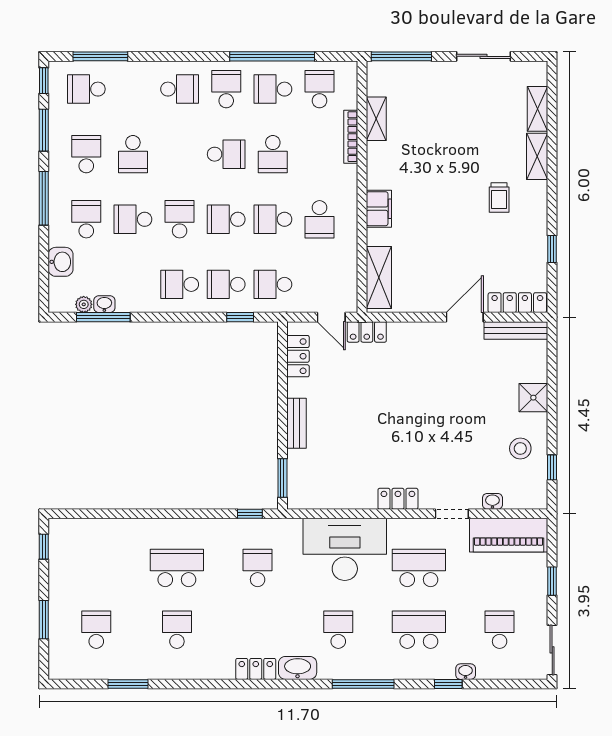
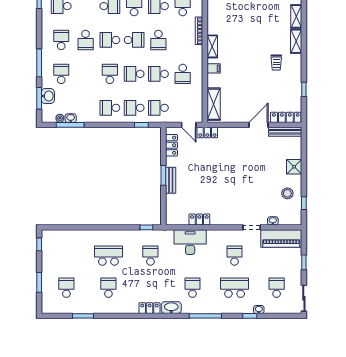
shelving: (376, 119) -> (212, 46), moved
window: (44, 130) -> (39, 98), moved
filing cabinet: (379, 209) -> (214, 68), width x0.50
school desk: (133, 219) -> (110, 40), moved
window: (282, 478) -> (163, 175), moved
locker: (398, 499) -> (199, 219), moved
desk: (345, 549) -> (190, 242), width x0.73, depth x0.77
school desk: (419, 568) -> (235, 256), width x0.54

